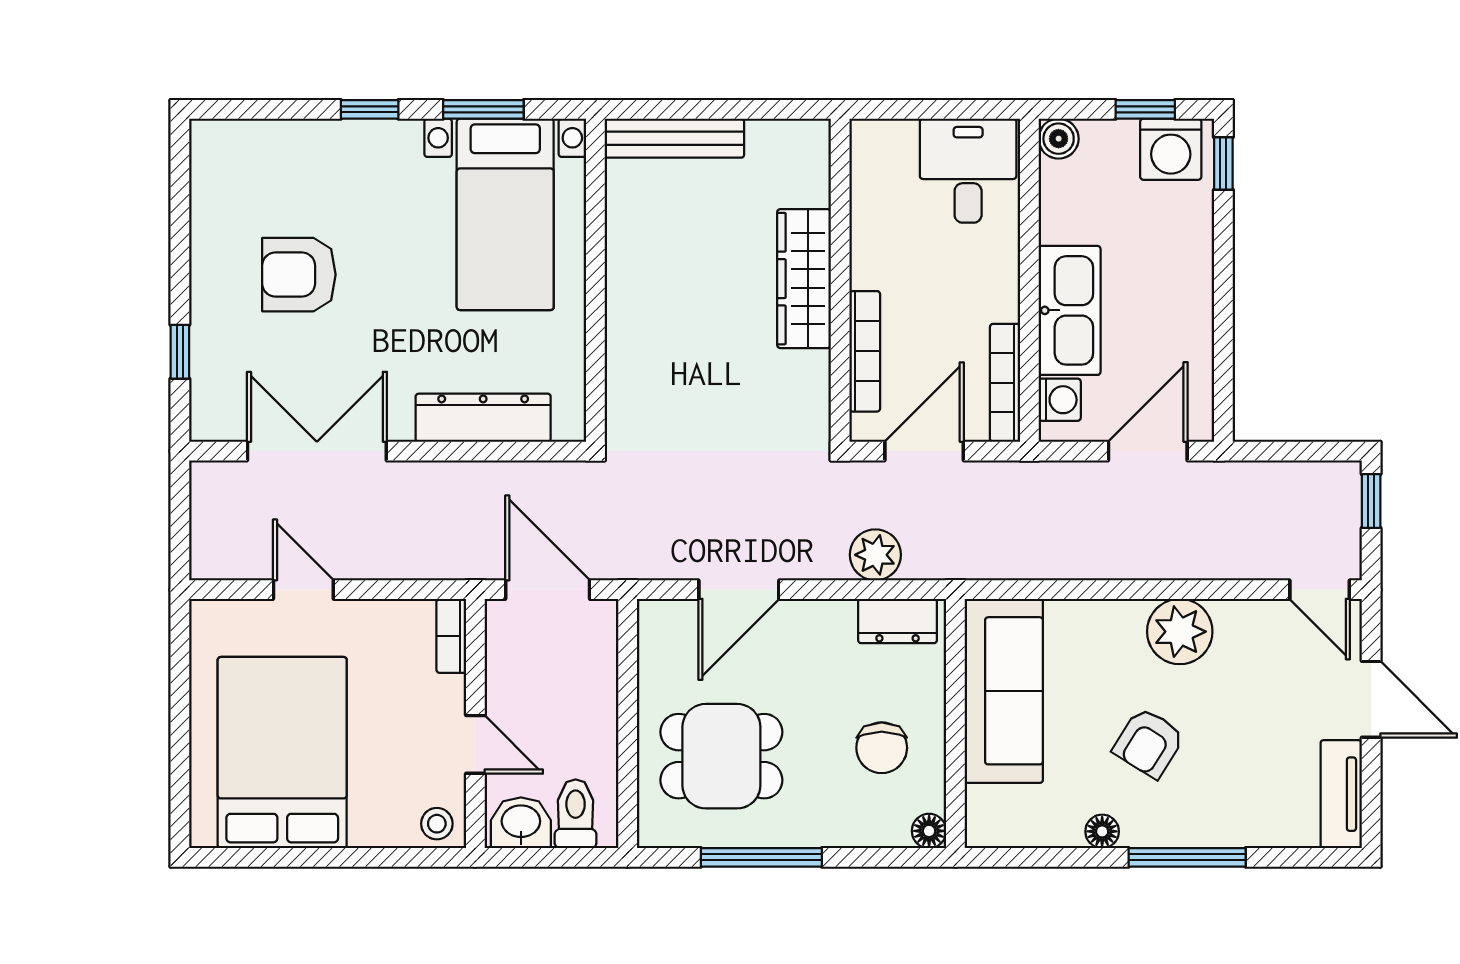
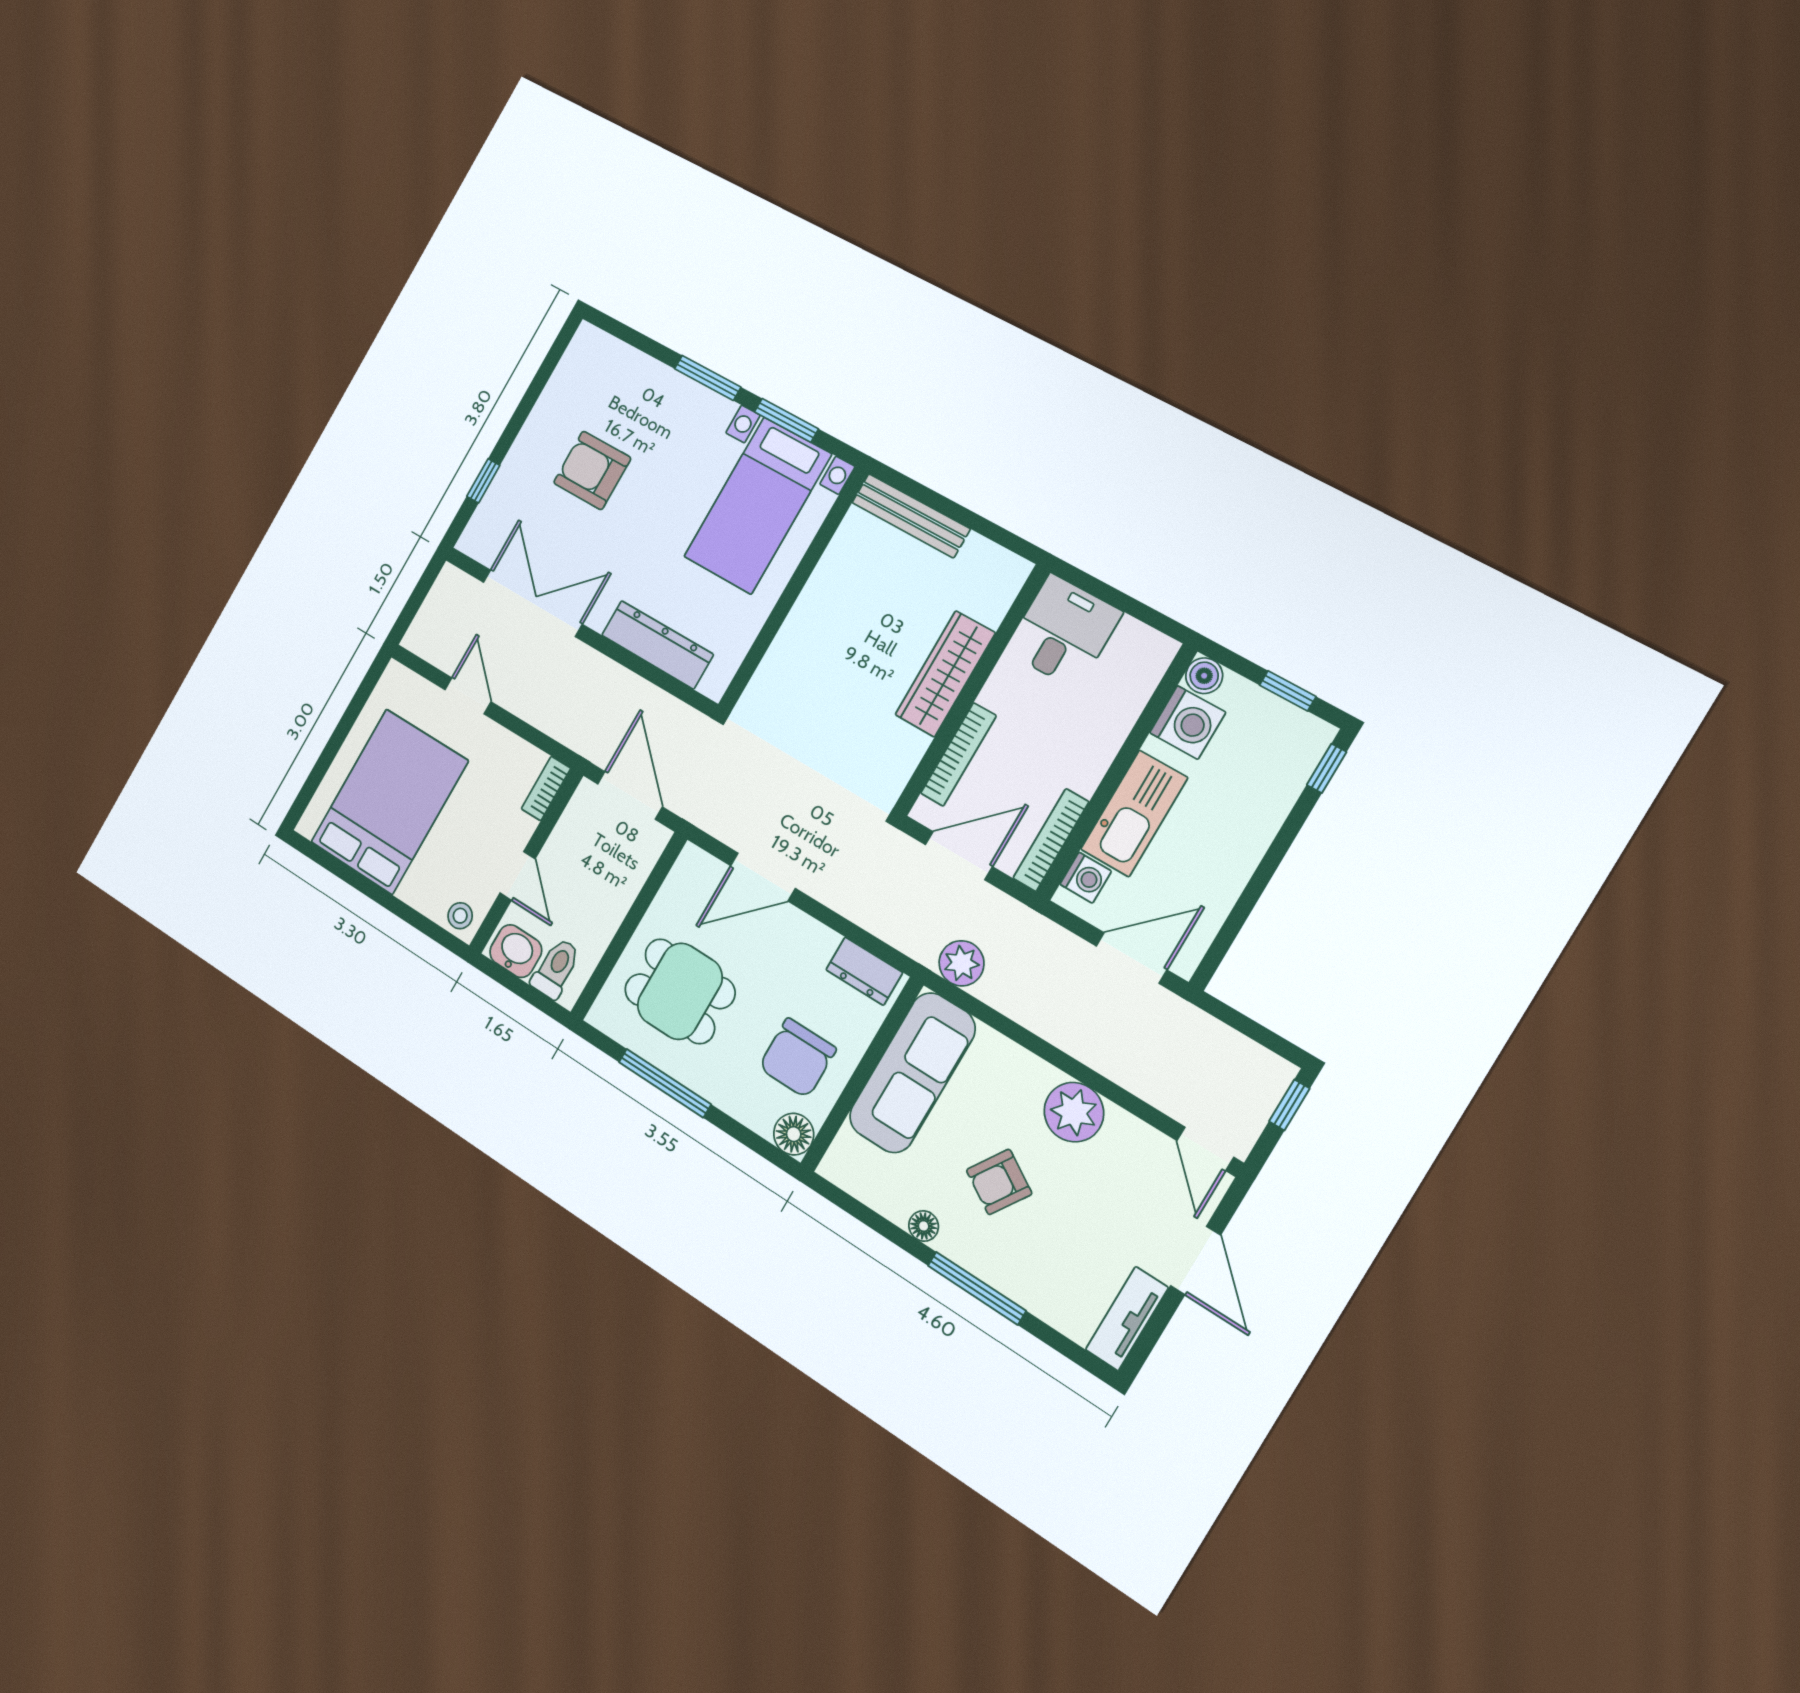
window: (370, 109) -> (708, 378), width x1.50
washing machine: (1171, 149) -> (1188, 722), moved, turned -90
desk: (968, 171) -> (1064, 632), moved
plant: (875, 555) -> (962, 963), moved
chair: (882, 748) -> (797, 1058), width x1.37, depth x1.37
floor lamp: (929, 831) -> (794, 1134), width x1.37, depth x1.37

